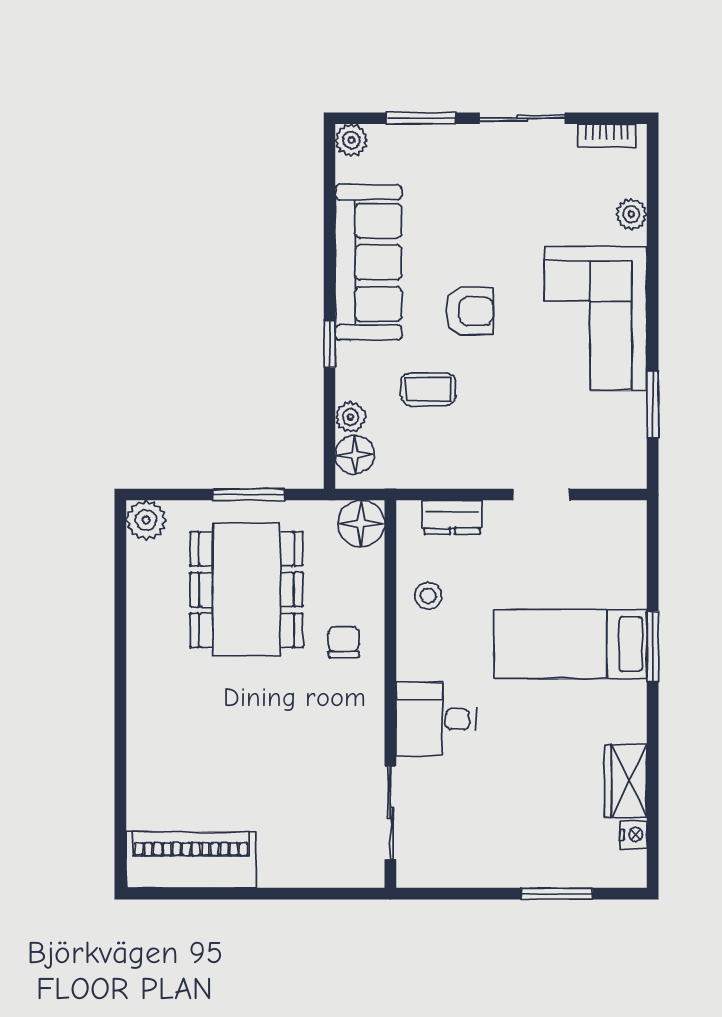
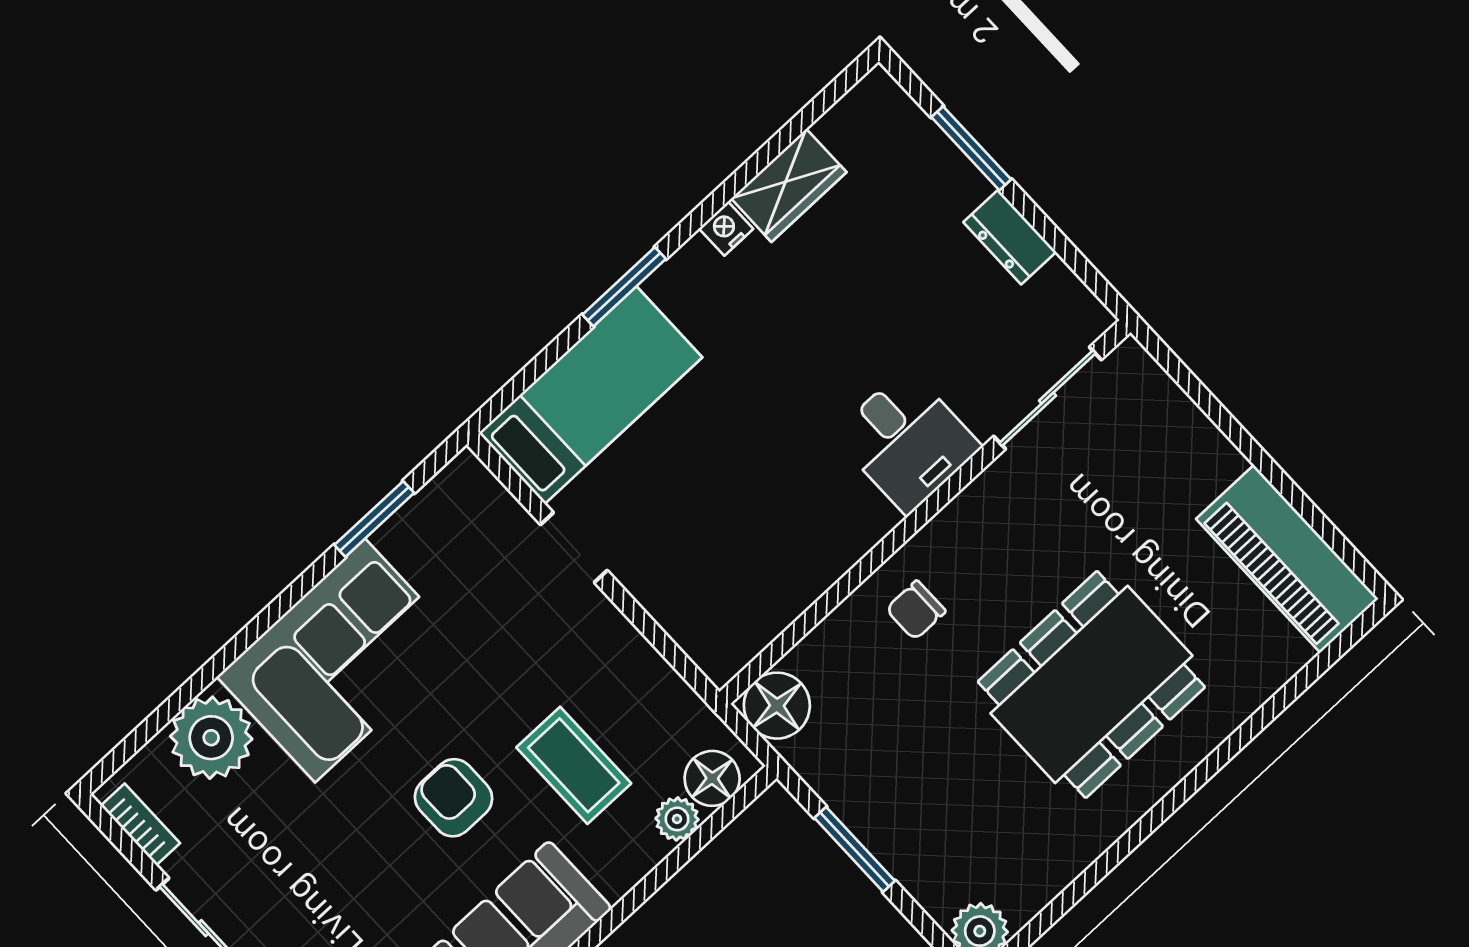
plant: (631, 214) -> (211, 738), width x1.88, depth x1.88
window: (330, 344) -> (622, 911), removed
coffee table: (428, 389) -> (574, 765), width x1.36, depth x1.30
dresser: (452, 517) -> (1010, 237), moved, turned 180
dining table: (247, 590) -> (1091, 684), moved
stool: (428, 596) -> (787, 567), removed
bed: (570, 644) -> (591, 395), moved, turned -90
nightstand: (634, 835) -> (726, 229), moved

